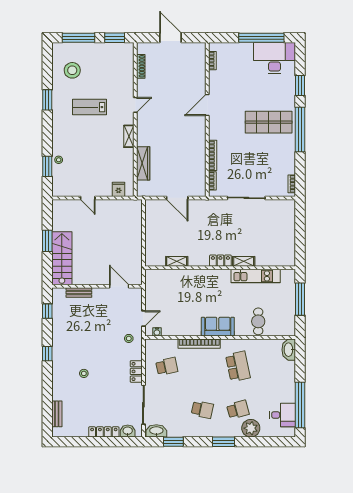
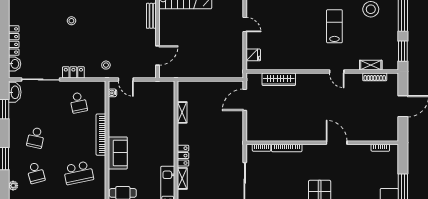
shelving: (129, 136) -> (371, 65), moved
door: (88, 198) -> (245, 25), swing flipped
door: (177, 198) -> (245, 100), moved
plant: (251, 428) -> (13, 186), width x0.53, depth x0.53

